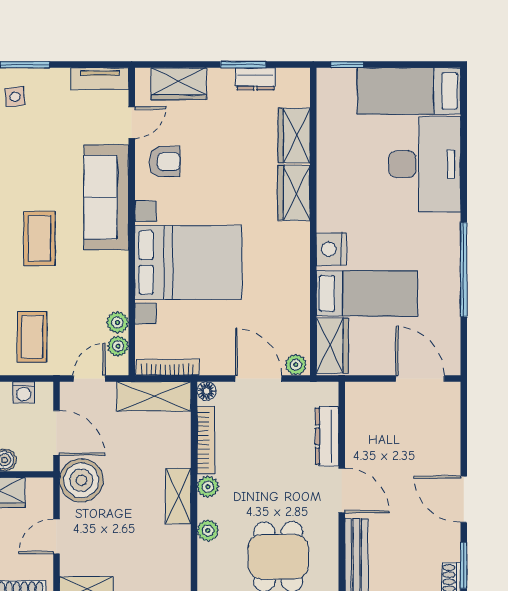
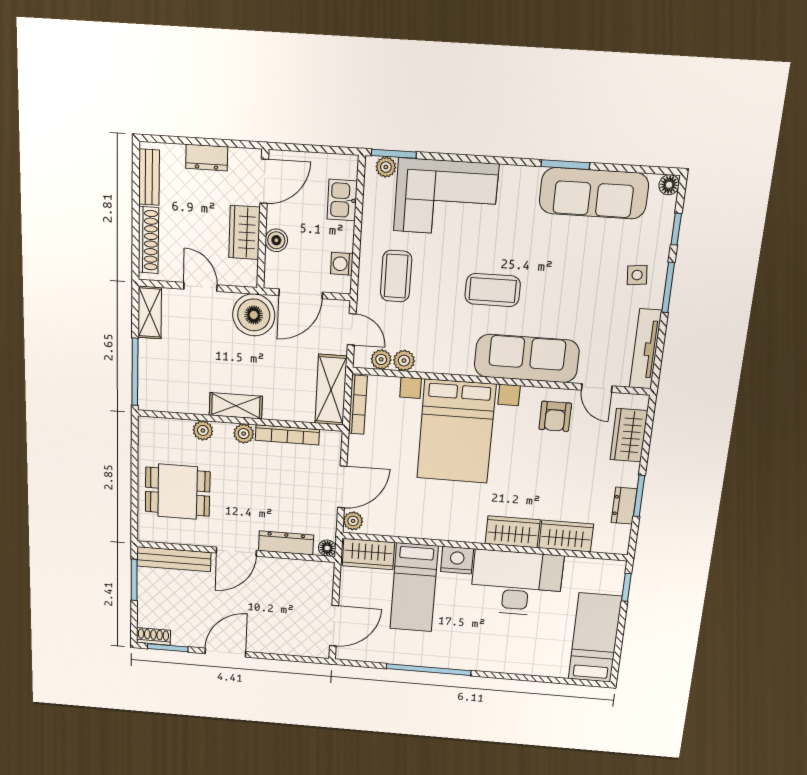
tv unit: (100, 79) -> (645, 349), width x1.41
desk: (425, 164) -> (517, 583), moved, turned 180
coffee table: (32, 337) -> (396, 276), turned 90
floor lamp: (206, 391) -> (327, 548), moved

